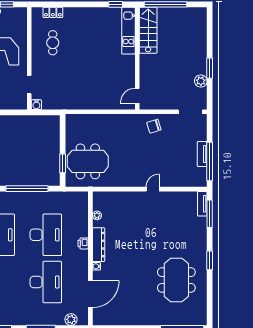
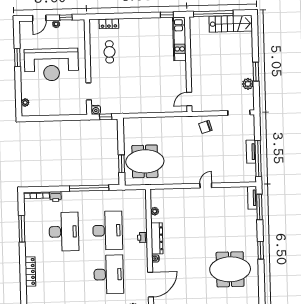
stairs: (148, 30) -> (231, 24), moved, turned 90
window: (47, 112) -> (106, 117), added
meeting table: (176, 280) -> (230, 269), turned 90

